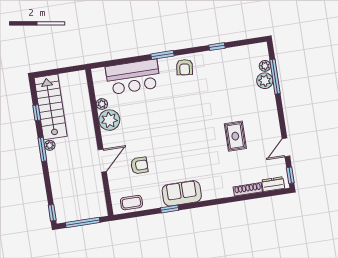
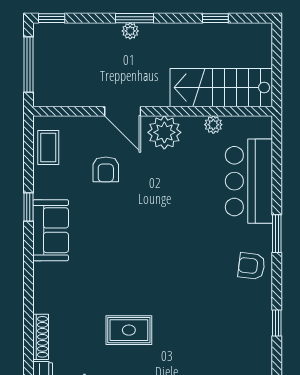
stairs: (51, 107) -> (221, 88), moved, turned 180
plant: (109, 120) -> (164, 132), moved
plant: (50, 145) -> (130, 31), moved
window: (42, 149) -> (135, 18), moved

